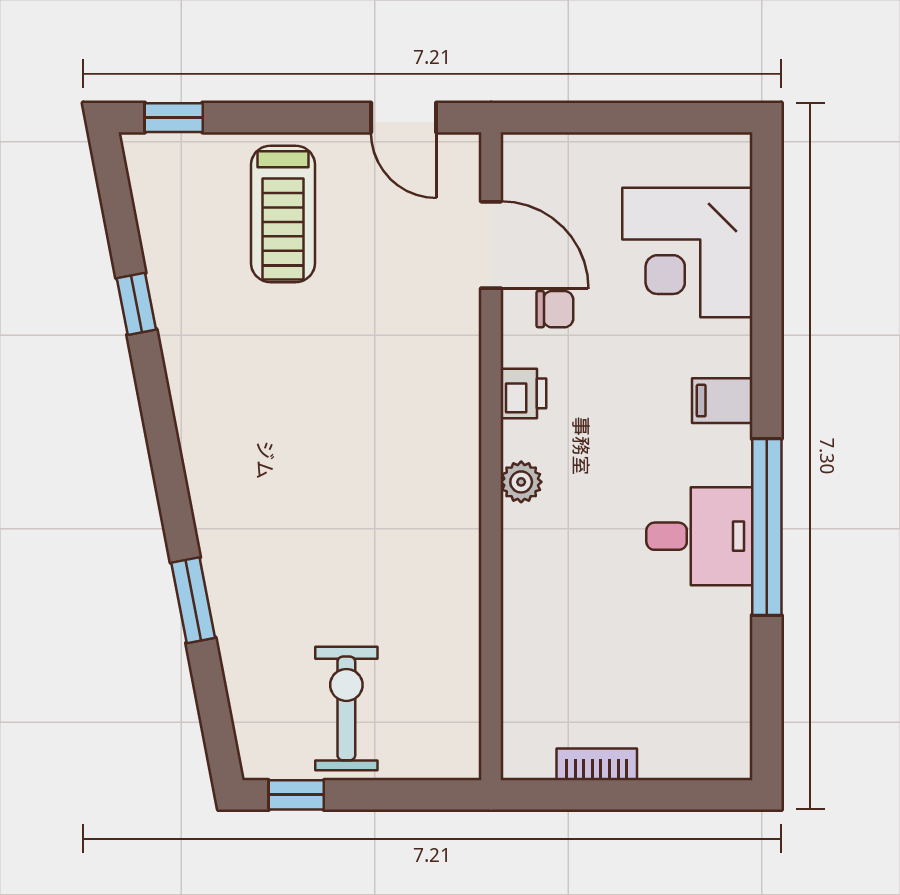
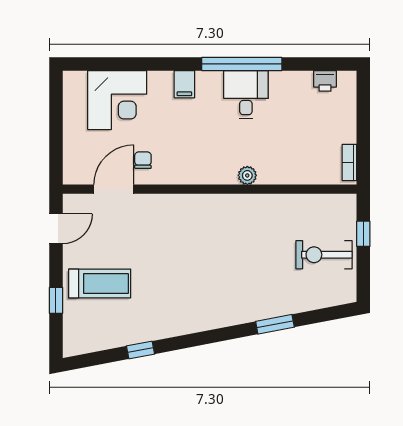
window: (174, 118) -> (56, 300), moved
printer: (523, 393) -> (325, 81), moved, turned 180
plant: (521, 482) -> (247, 175), moved
bookcase: (597, 764) -> (349, 163), moved
window: (296, 795) -> (363, 234), moved

